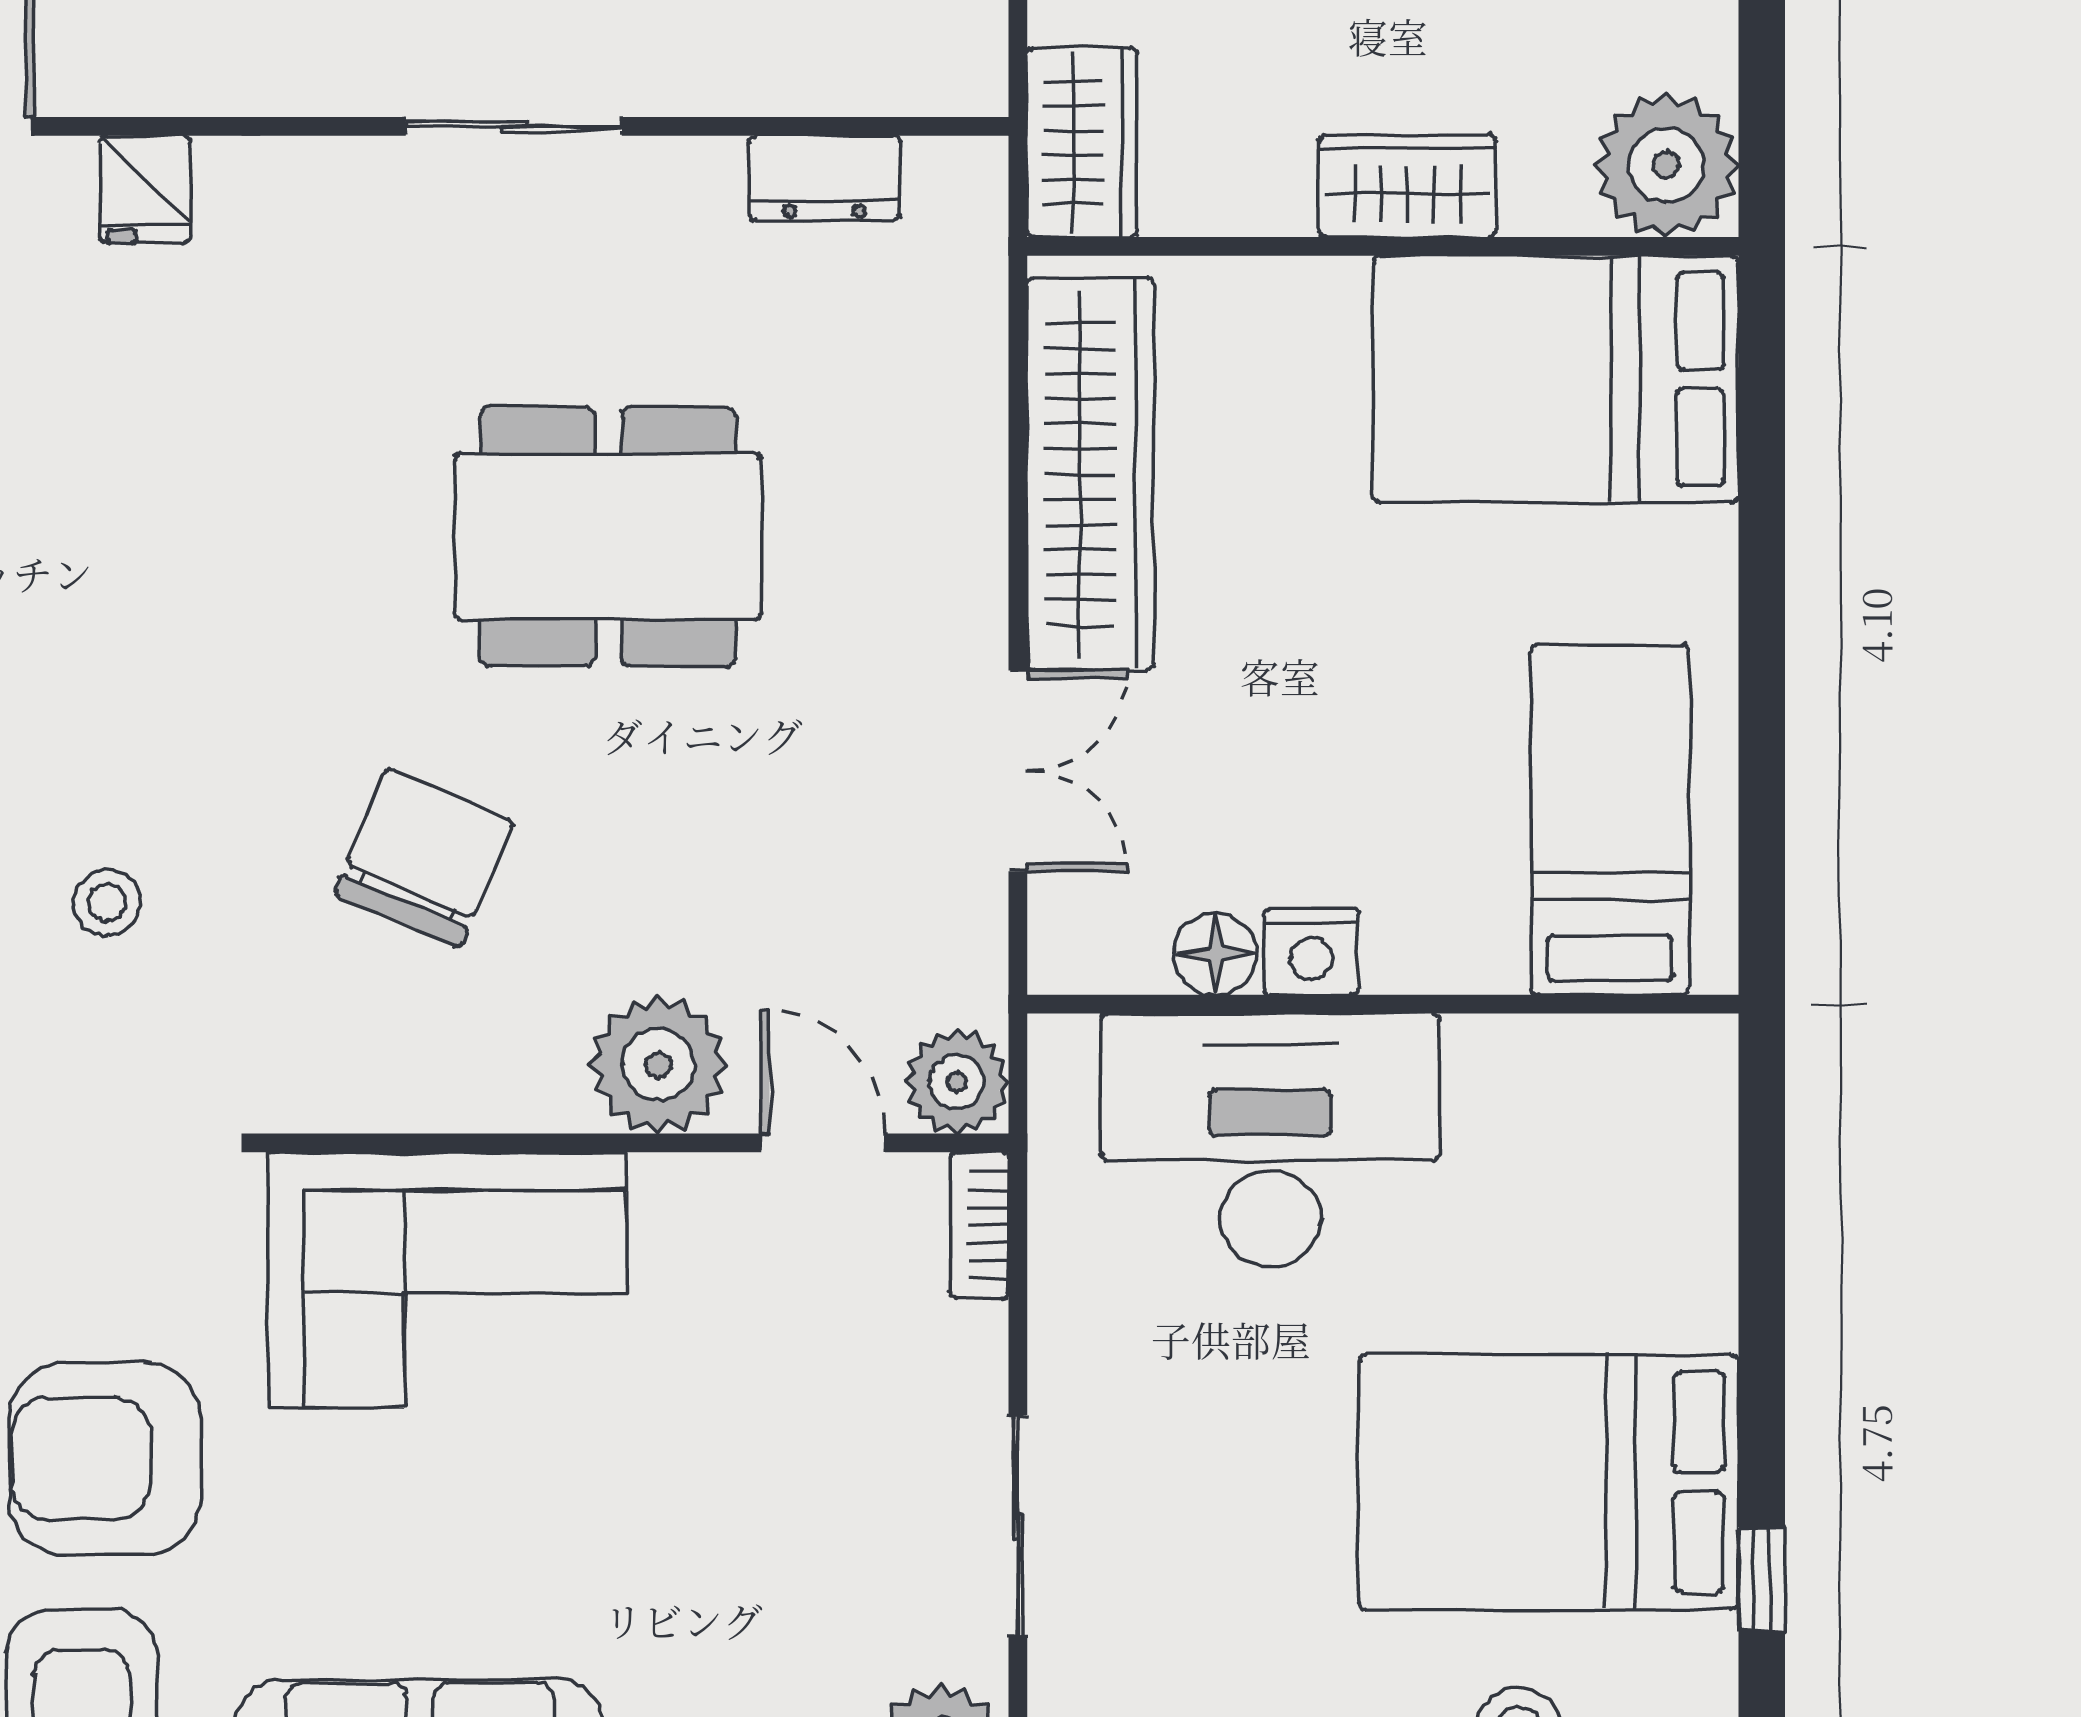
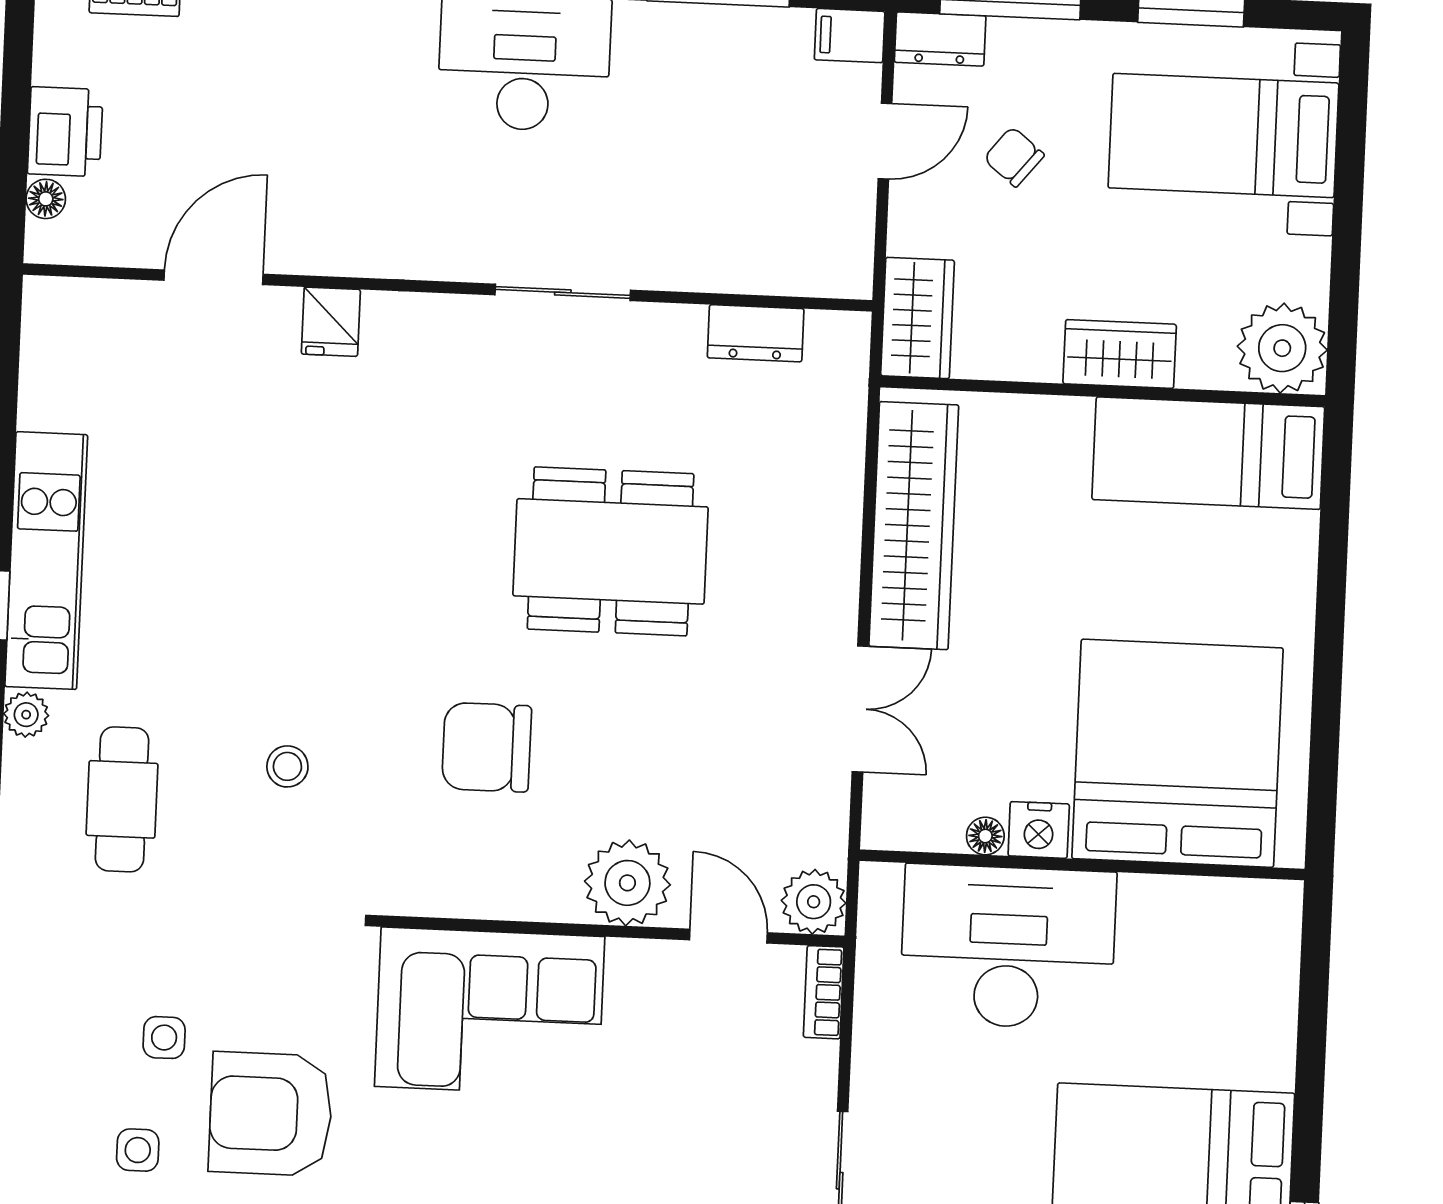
bed: (1556, 379) -> (1208, 453), width x0.67
bed: (1610, 819) -> (1177, 753), width x2.04
chair: (424, 858) -> (487, 747), turned -113
floor lamp: (1215, 954) -> (985, 836), width x0.73, depth x0.73

